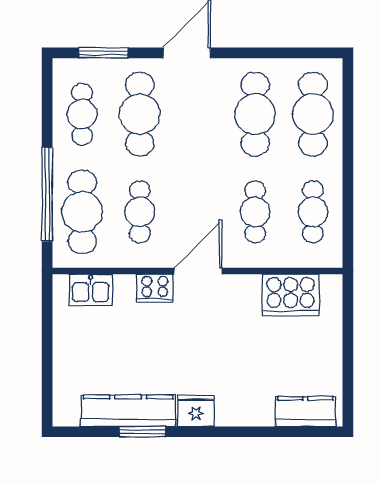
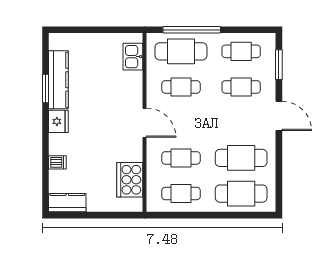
cafe table: (140, 114) -> (241, 87), width x0.73, depth x0.74
cooker: (155, 288) -> (134, 96), removed
kitchen counter: (305, 412) -> (67, 203), moved, turned -90
dishwasher: (262, 413) -> (57, 162), added

